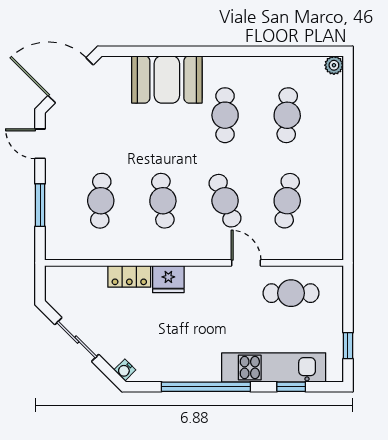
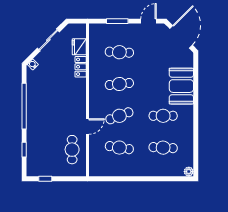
fridge: (168, 279) -> (79, 47), moved
kitchen unit: (274, 368) -> (34, 141), removed

